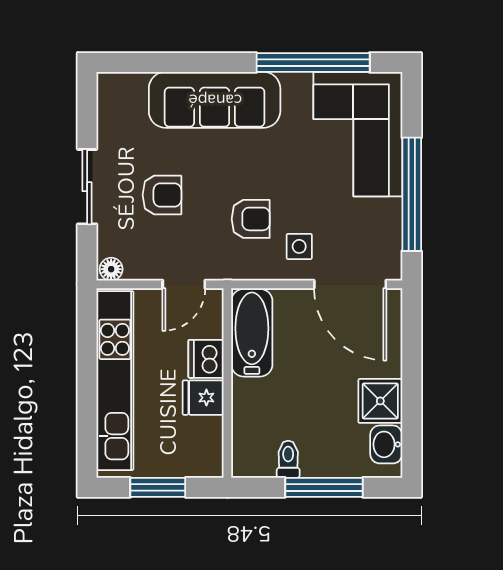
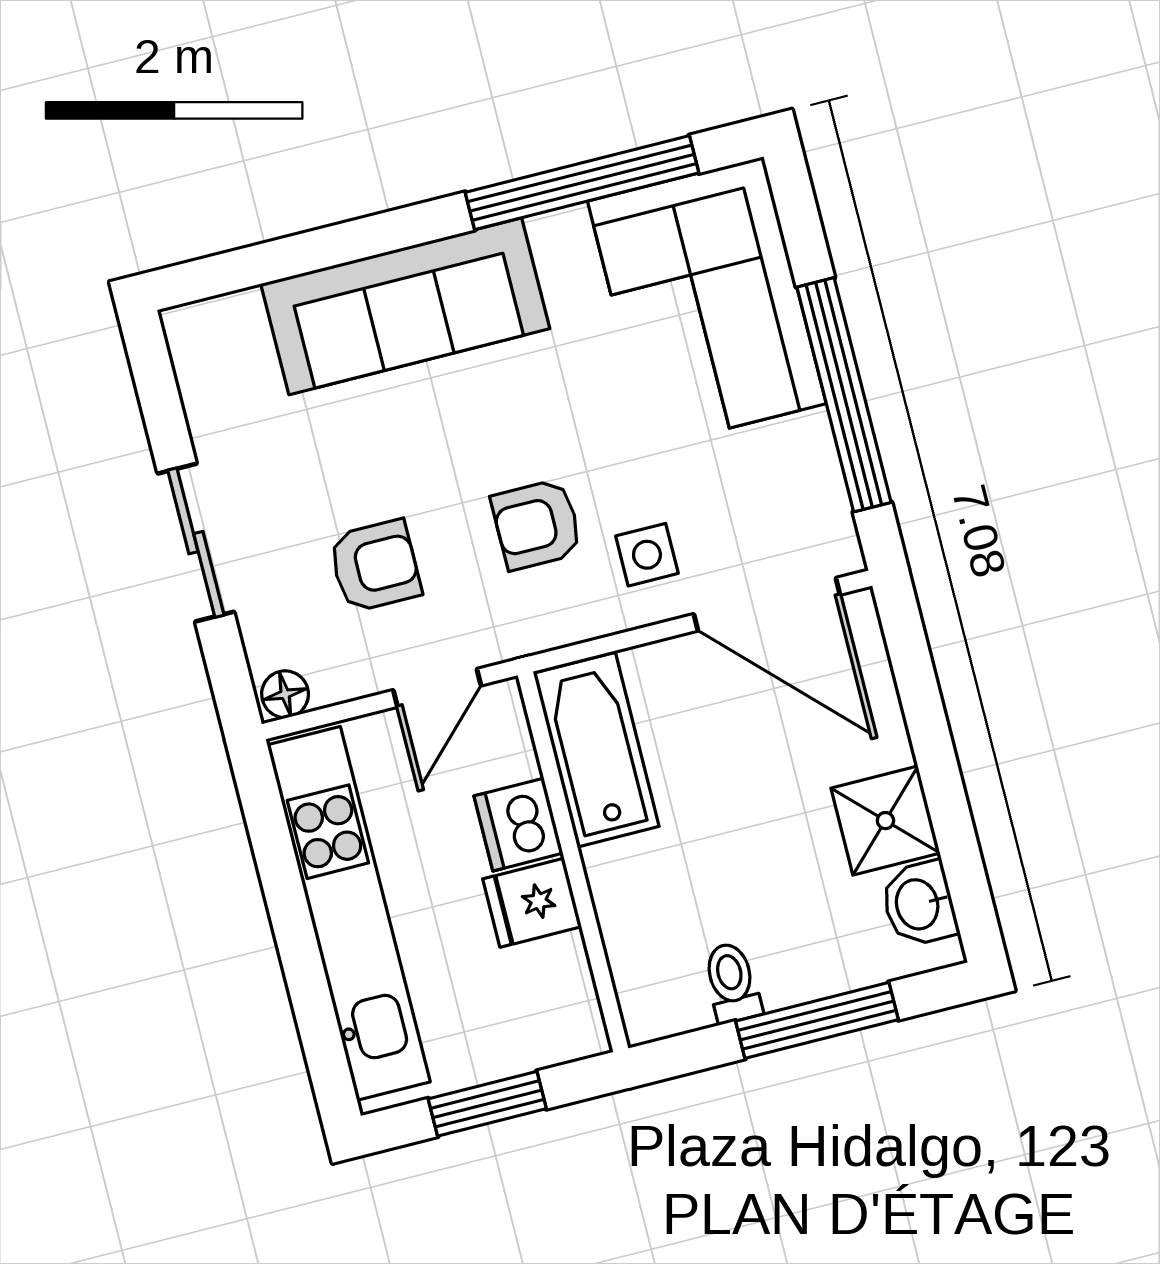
armchair: (162, 195) -> (375, 566), moved
armchair: (251, 219) -> (537, 524), turned 180

